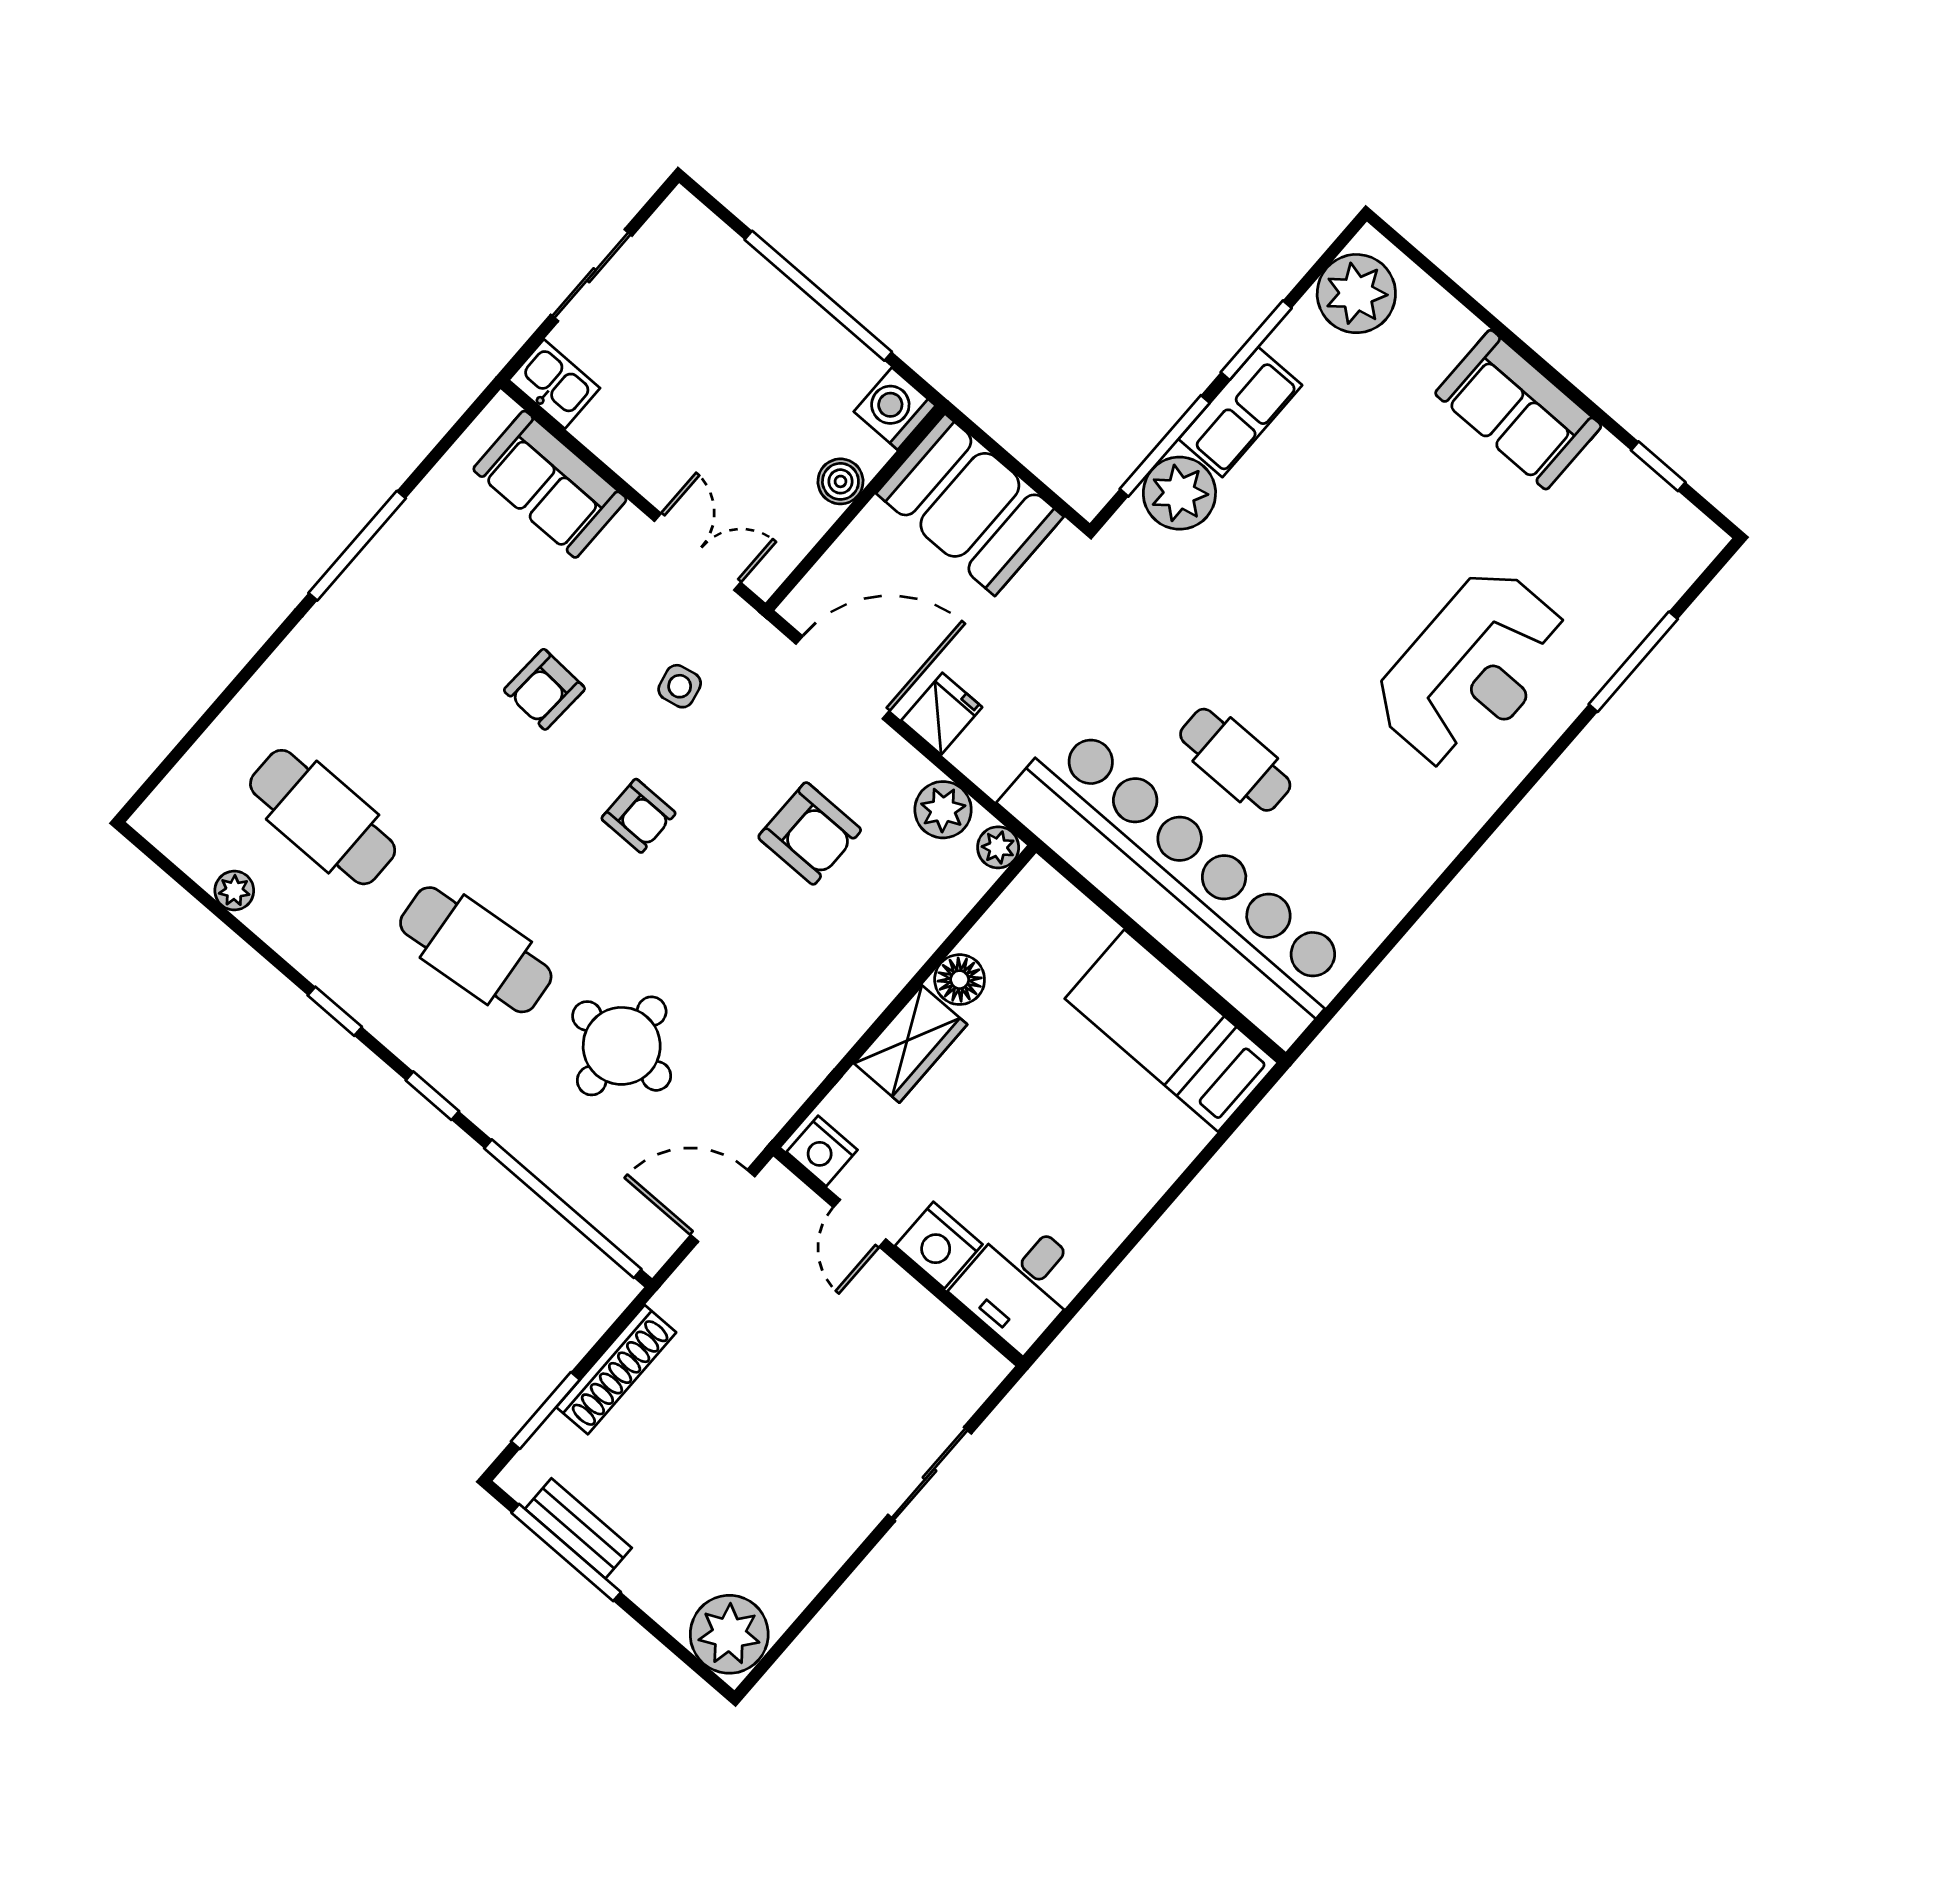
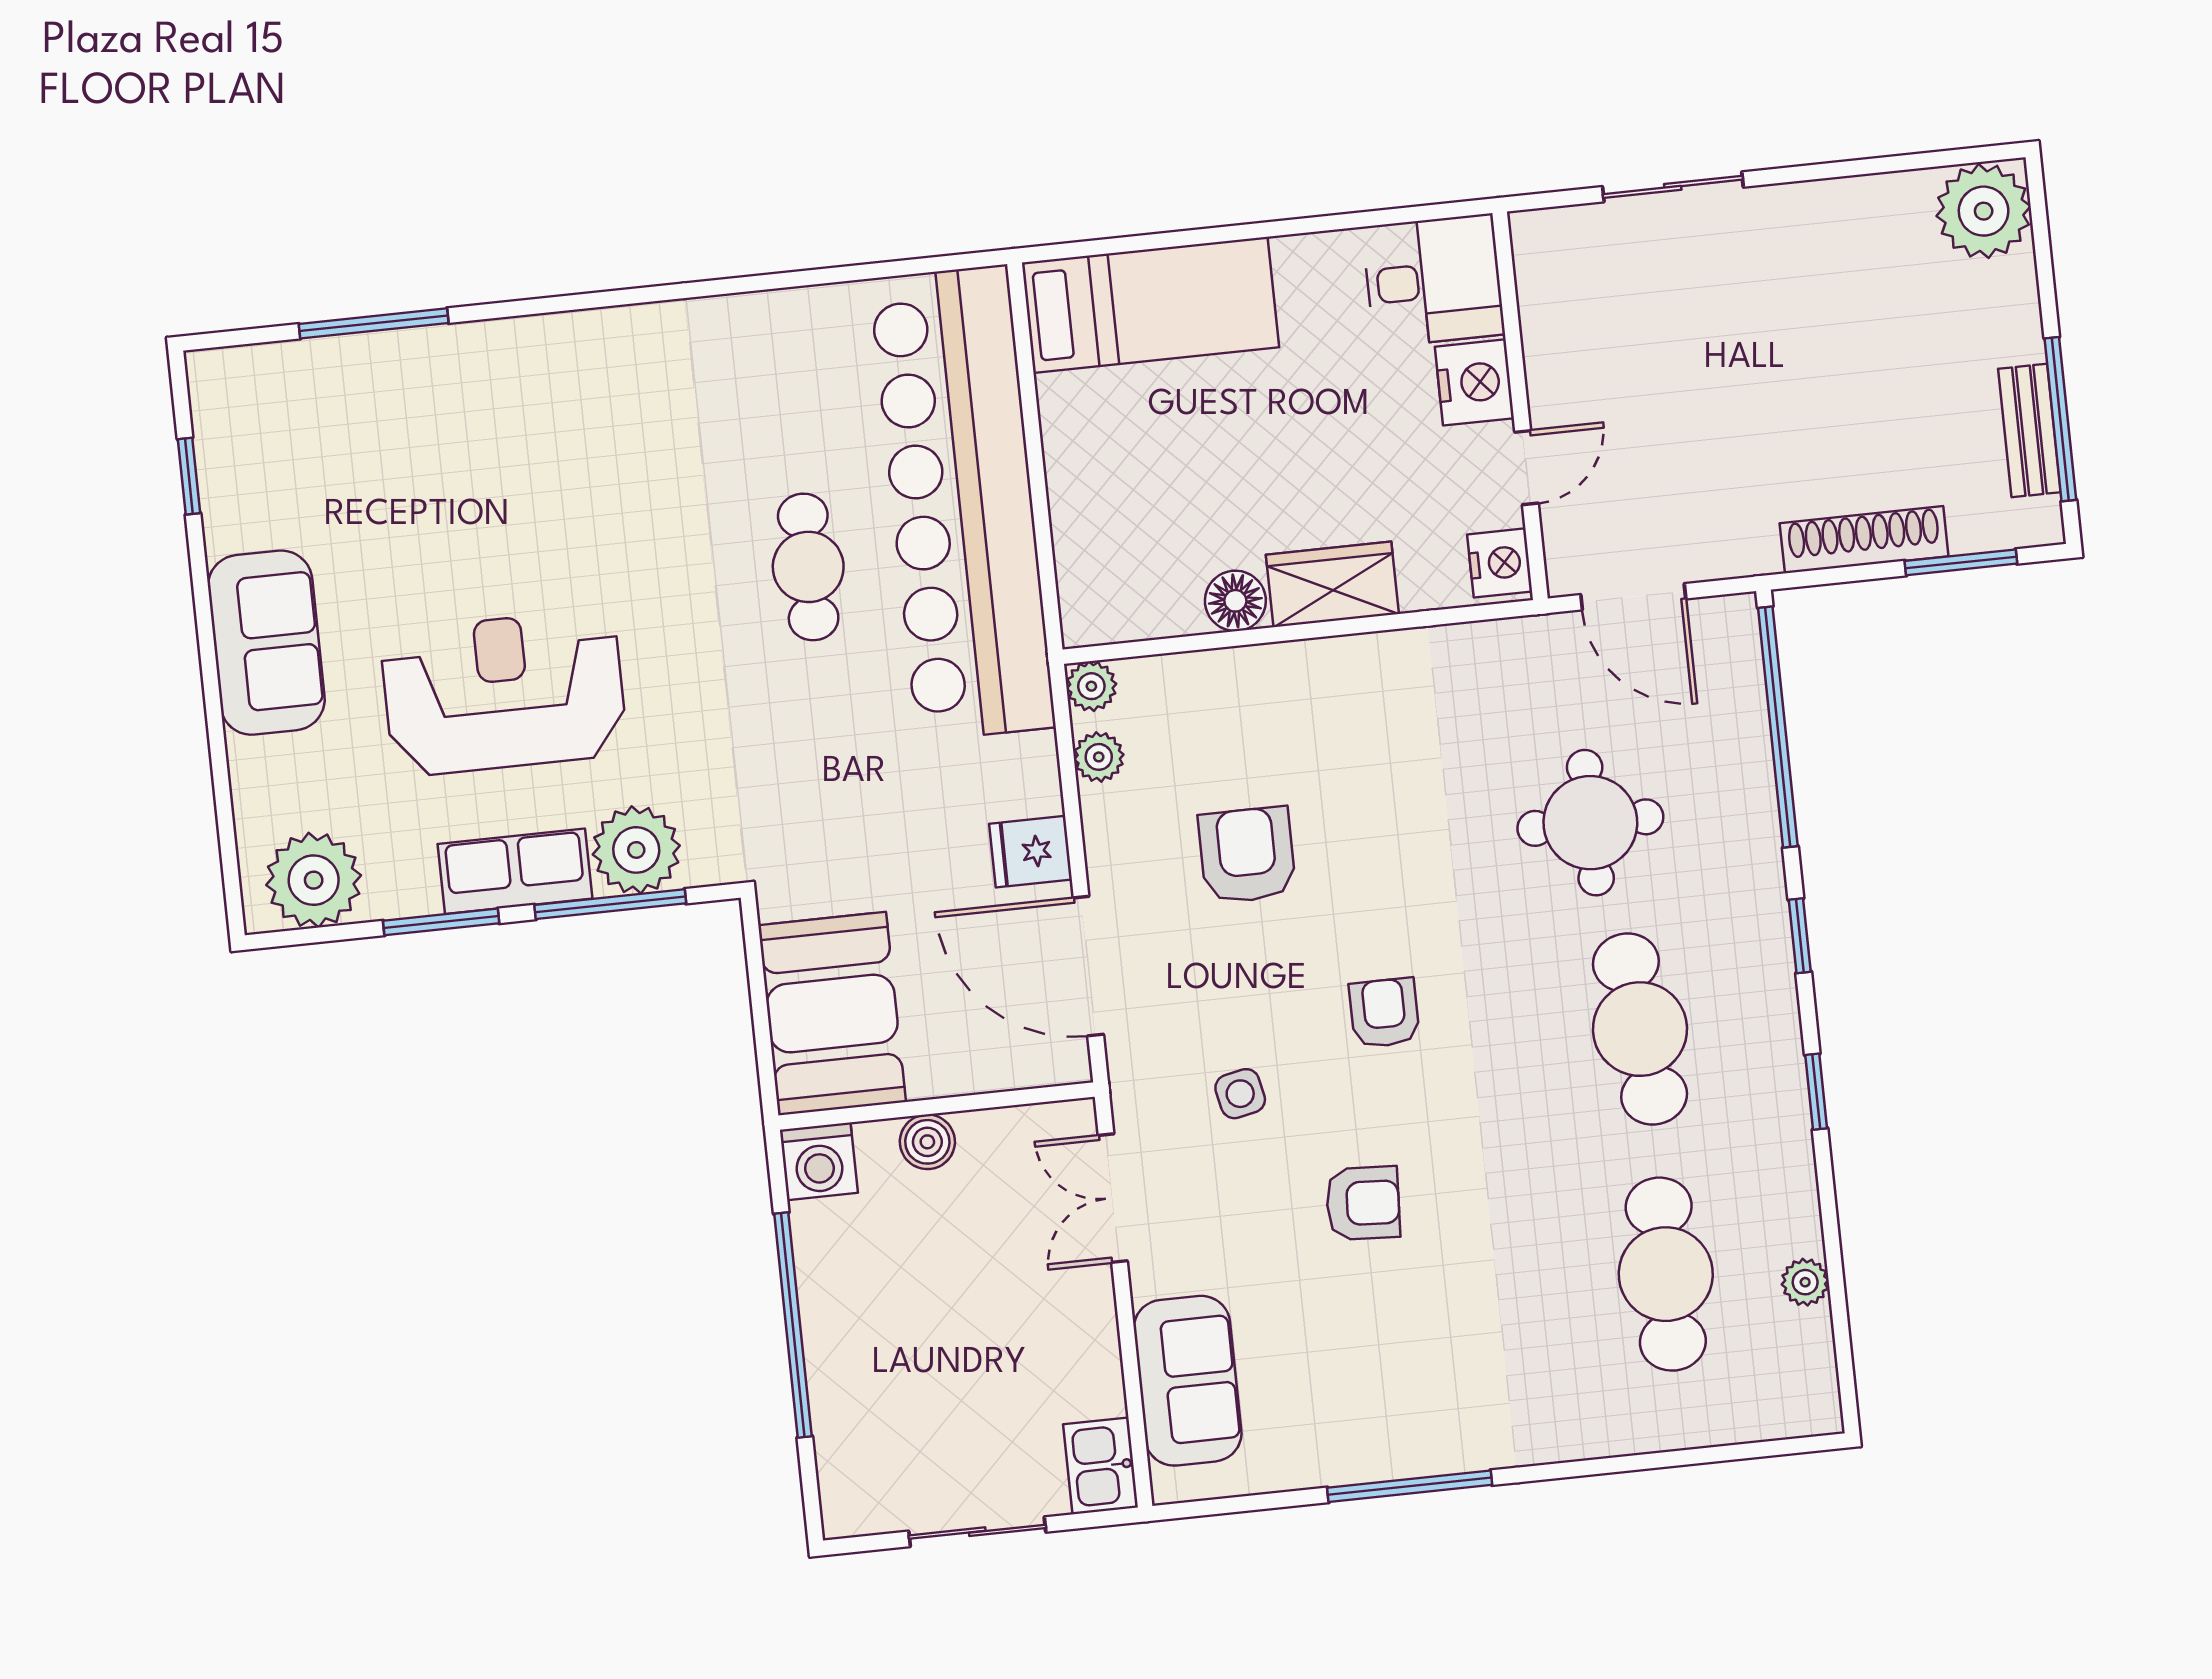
reception desk: (1472, 669) -> (504, 693), moved
plant: (943, 810) -> (1099, 757), width x0.73, depth x0.73
bed: (1171, 1031) -> (1150, 305), moved, turned -90

